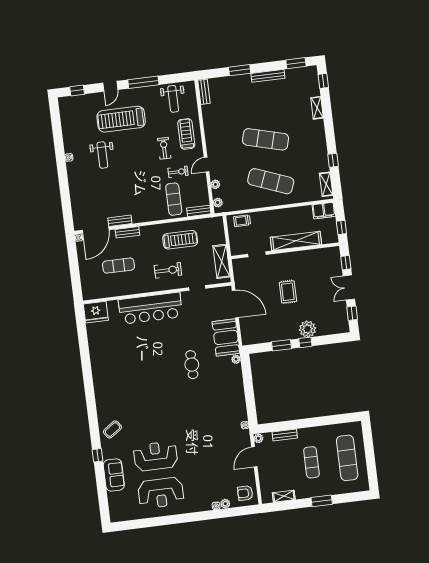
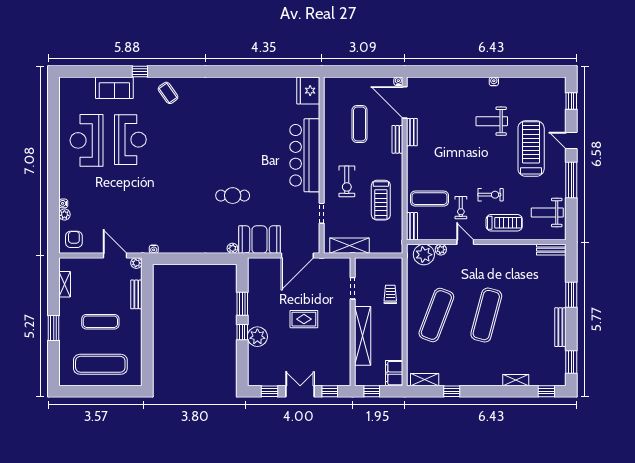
plant: (218, 203) -> (424, 255), width x1.87, depth x1.87
trolley: (242, 221) -> (390, 294), moved

